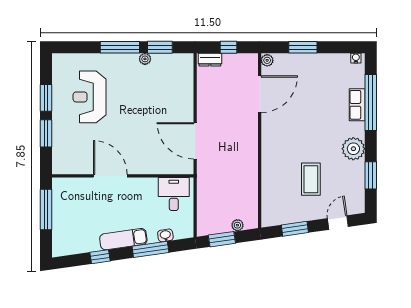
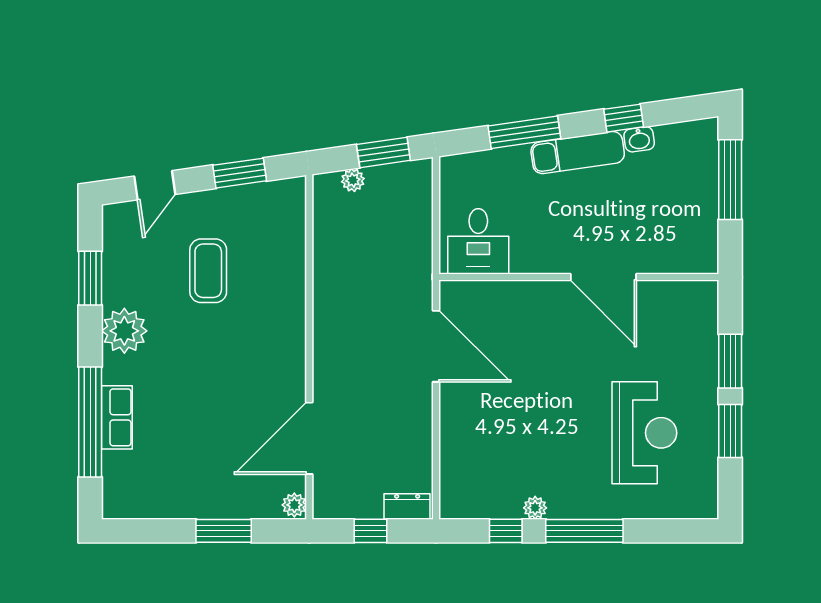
window: (160, 47) -> (506, 531), width x0.67
water cooler: (356, 58) -> (119, 509), removed
window: (46, 210) -> (730, 180), moved
washbasin: (165, 235) -> (639, 139), moved

